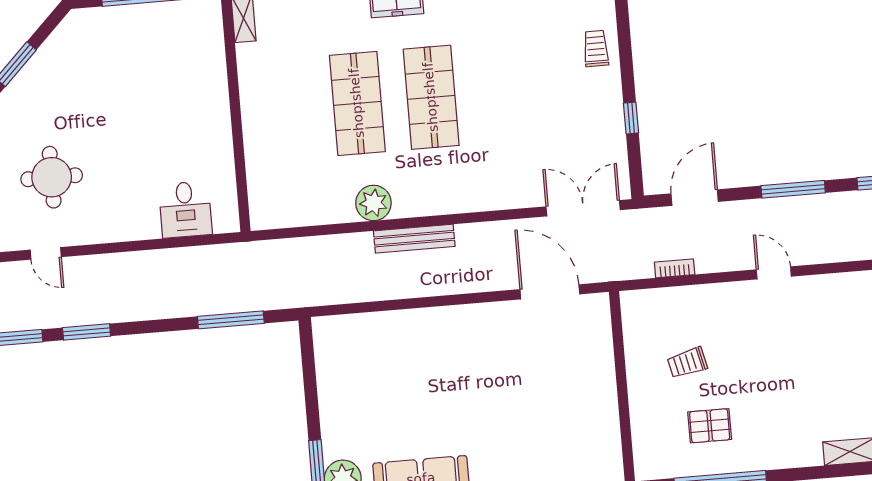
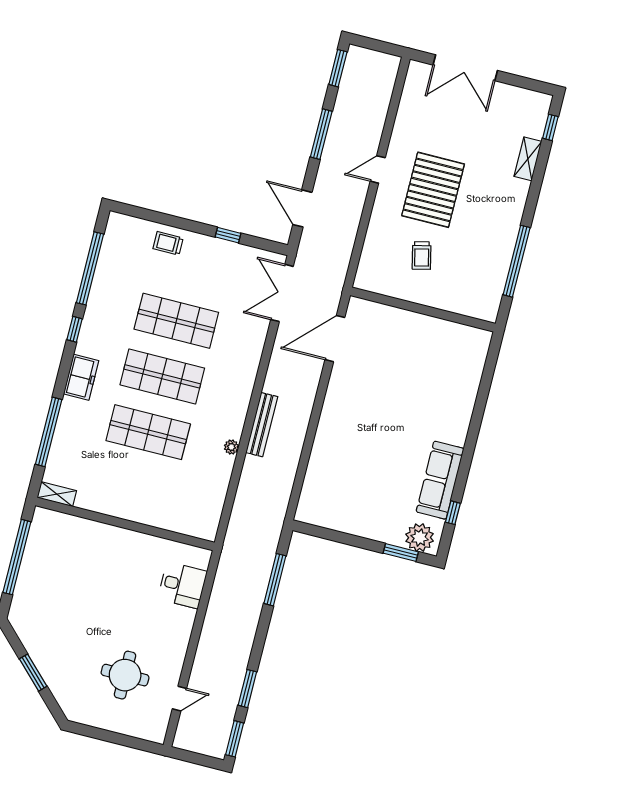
shop shelf: (505, 91) -> (176, 321), added
plant: (373, 203) -> (231, 447), width x0.53, depth x0.53
bookcase: (675, 268) -> (349, 241), removed
pallet: (710, 426) -> (433, 190), moved, width x2.05, depth x2.00

